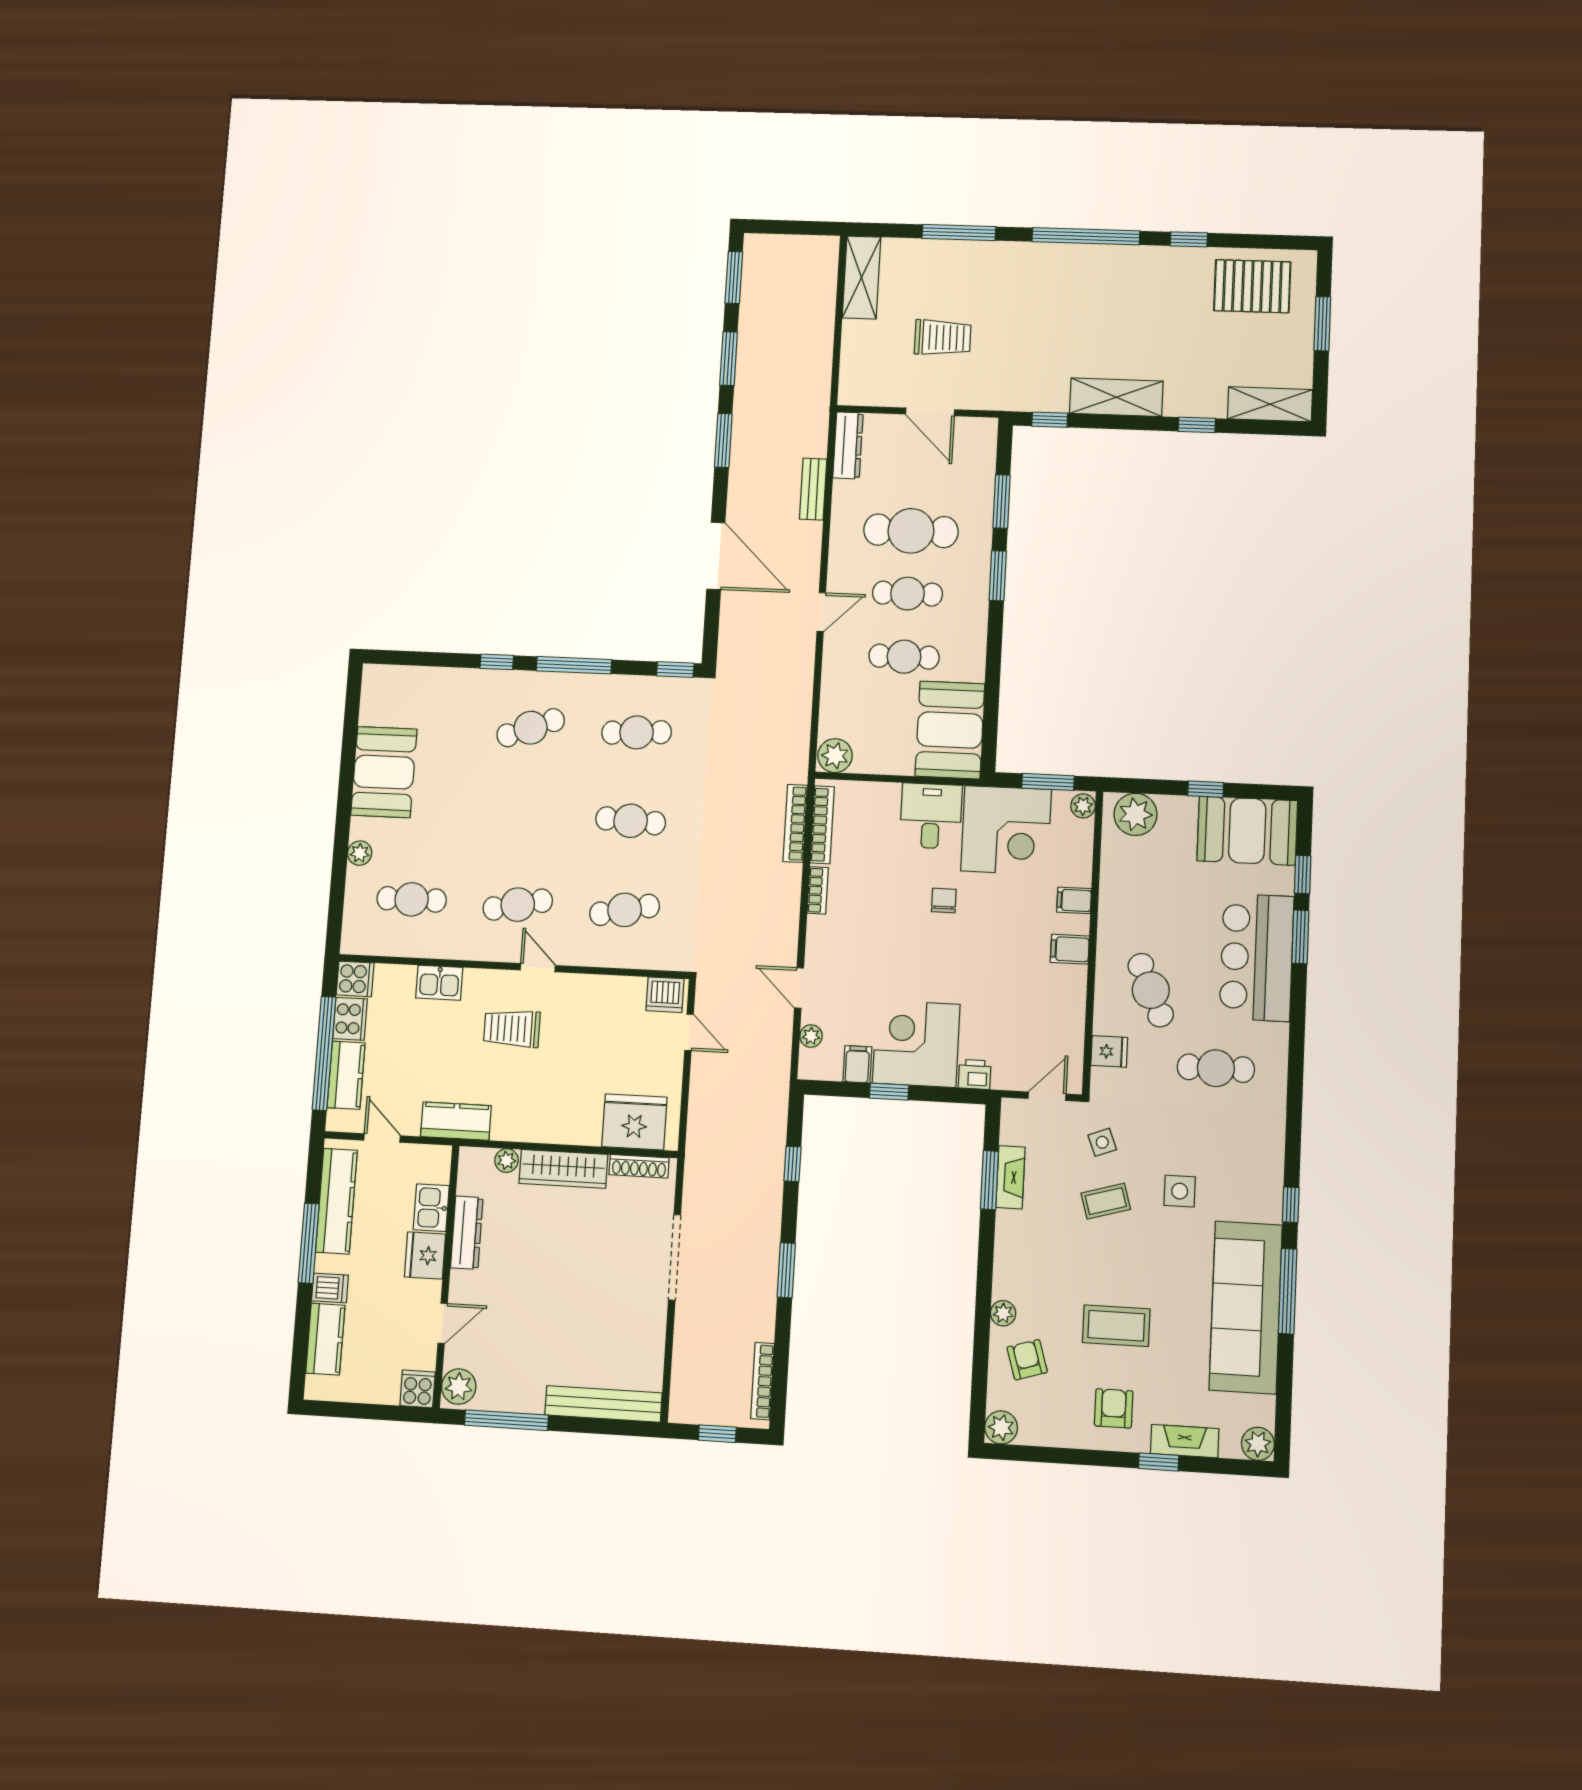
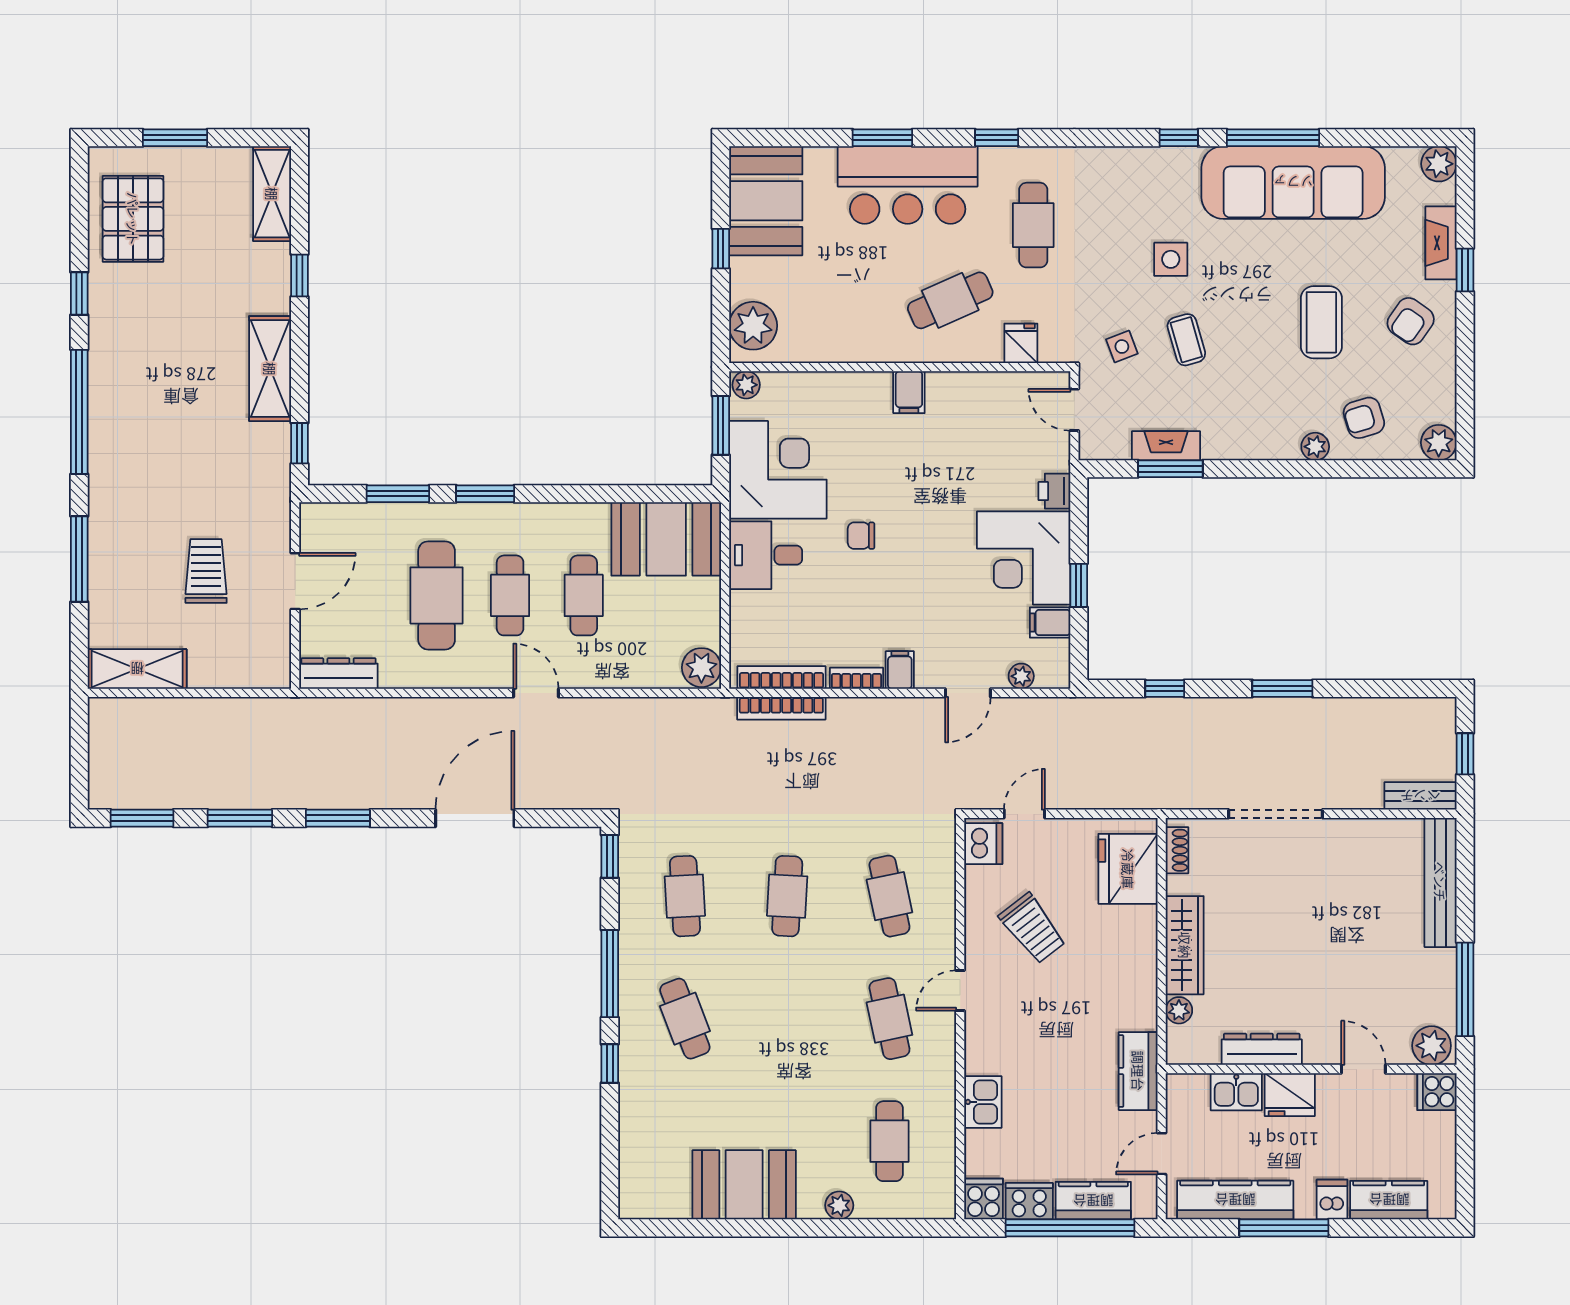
bench: (813, 489) -> (1420, 796), moved
window: (1303, 874) -> (997, 138), moved
filing cabinet: (1074, 900) -> (900, 670), moved, turned 180
trolley: (512, 1028) -> (1033, 928), moved, turned -38
shoe rack: (639, 1166) -> (1177, 850), width x0.70
bookcase: (762, 1381) -> (1405, 708), removed
armchair: (1114, 1408) -> (1411, 321), turned -55

